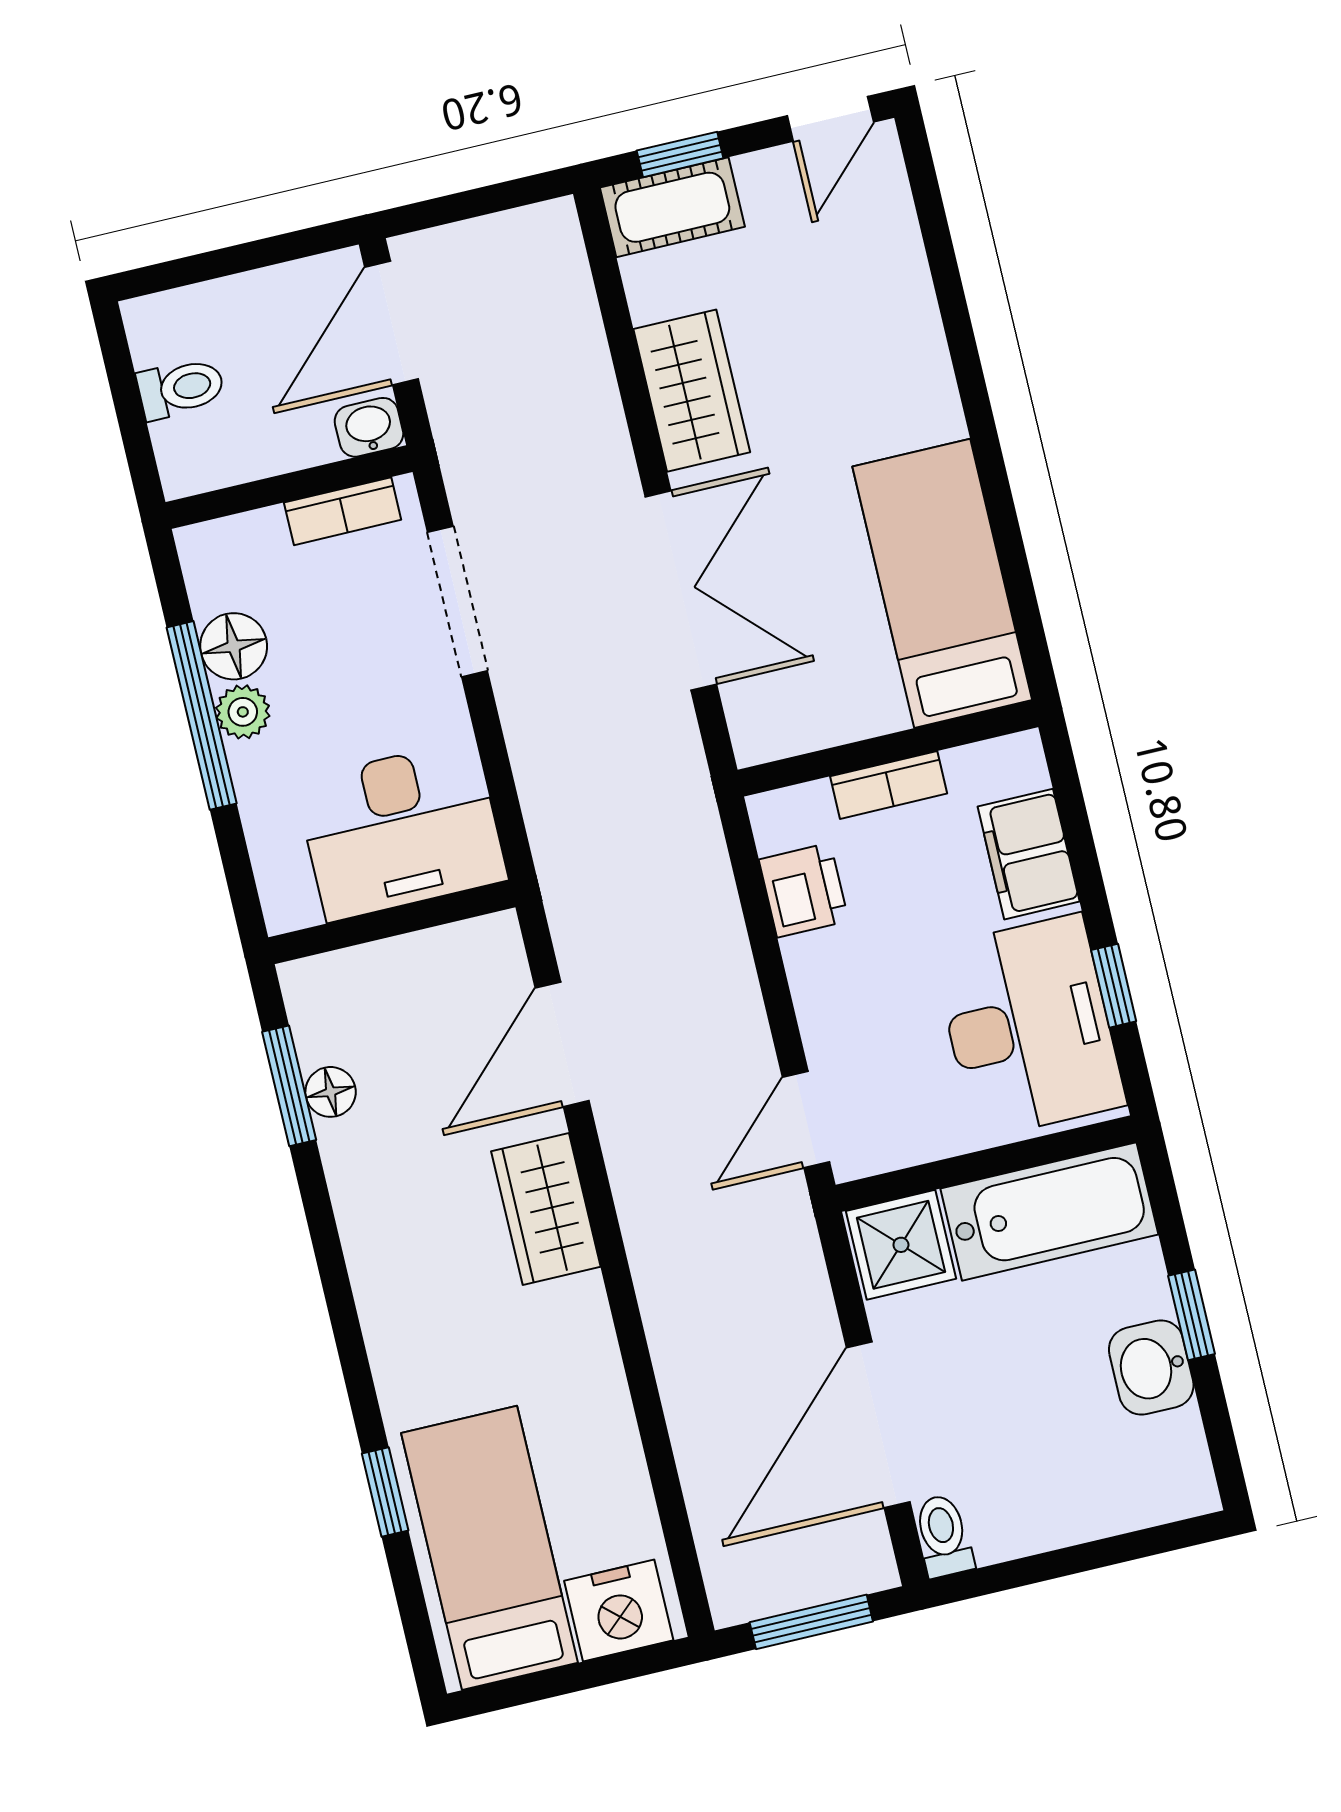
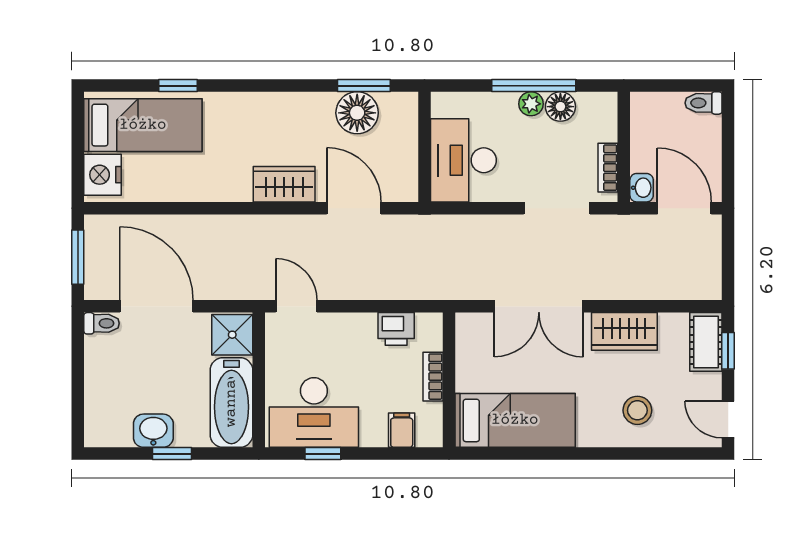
stool: (857, 322) -> (637, 410), added
toilet: (181, 388) -> (704, 103), moved, turned 90
filing cabinet: (1029, 854) -> (402, 430), width x0.50
floor lamp: (331, 1092) -> (357, 113), width x1.89, depth x1.89

